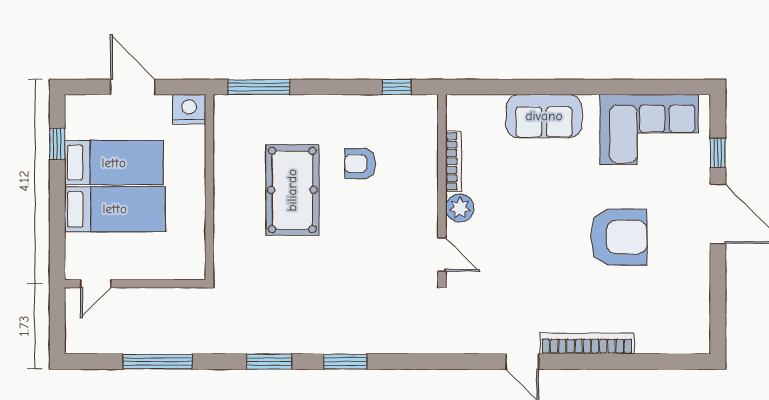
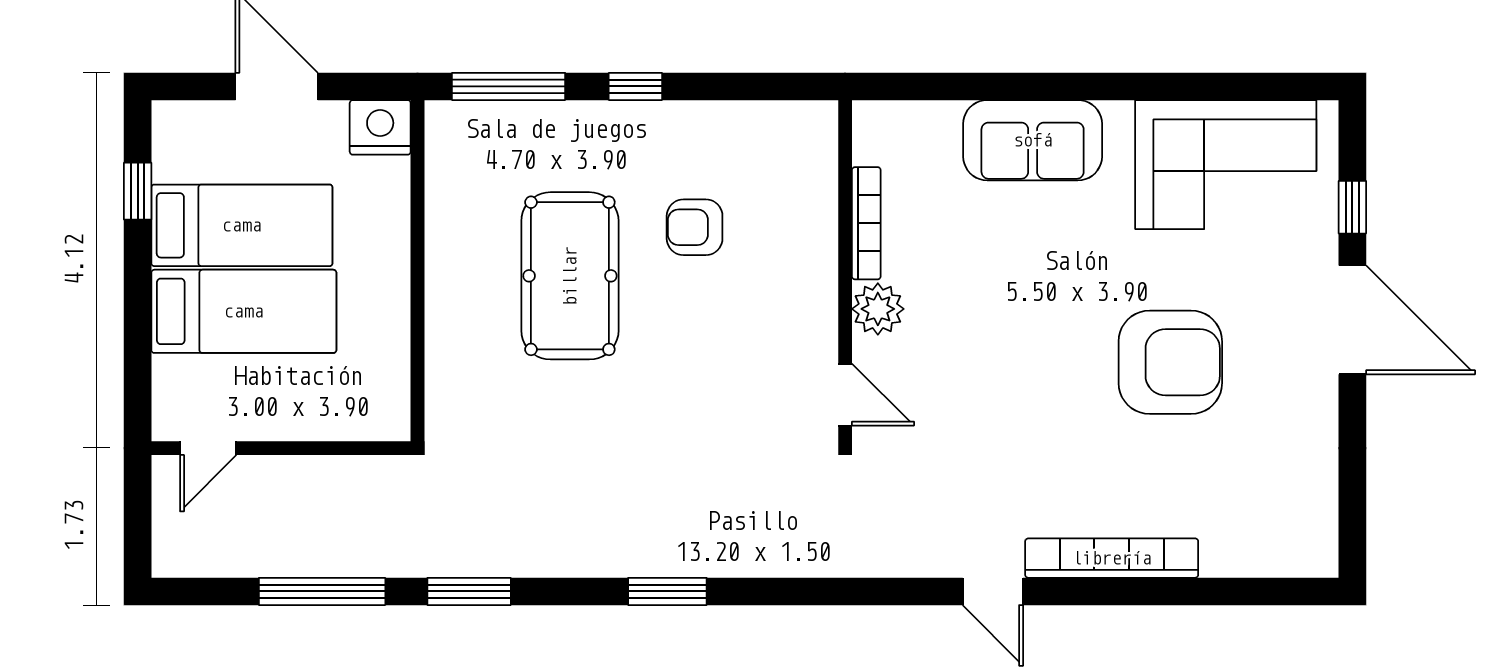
window: (396, 87) -> (635, 86), moved
window: (269, 362) -> (469, 591), moved

